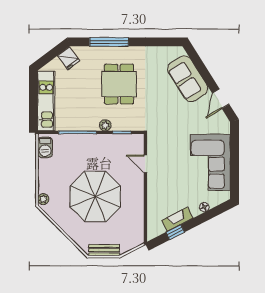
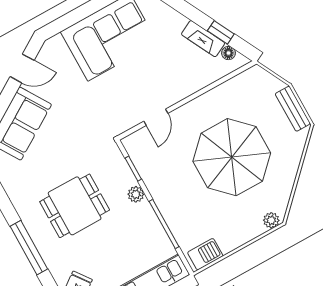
floor lamp: (204, 207) -> (228, 53), moved

